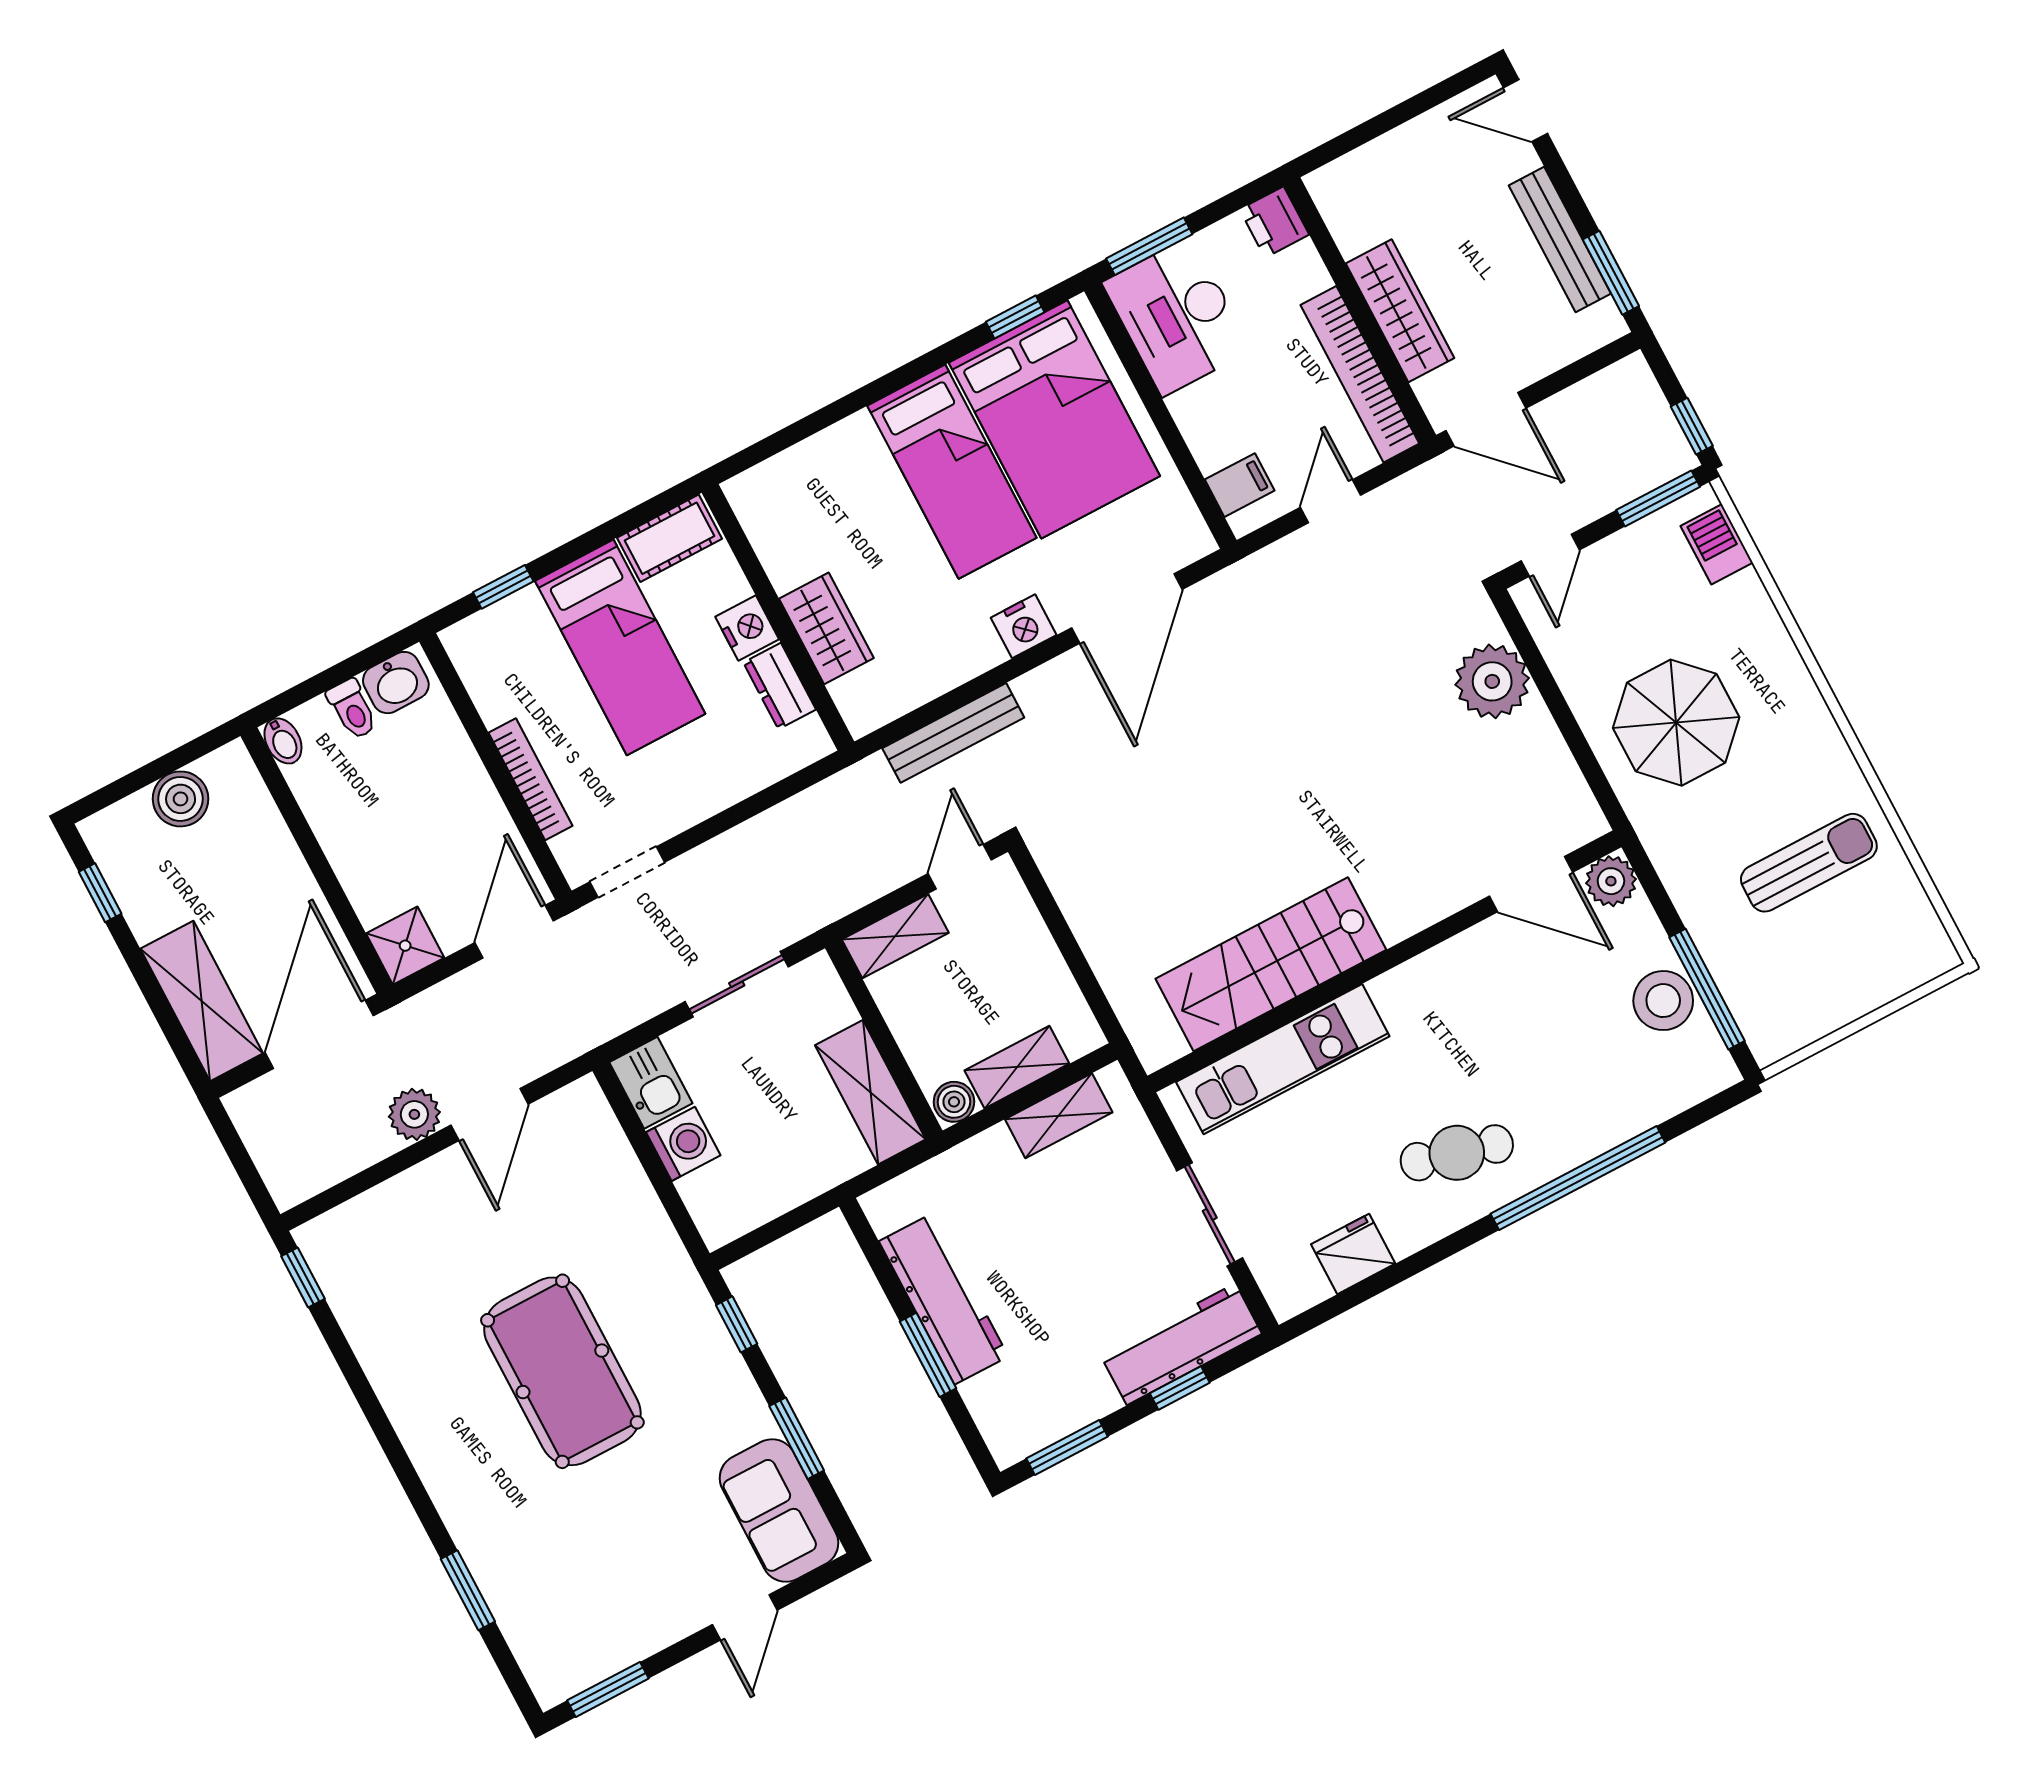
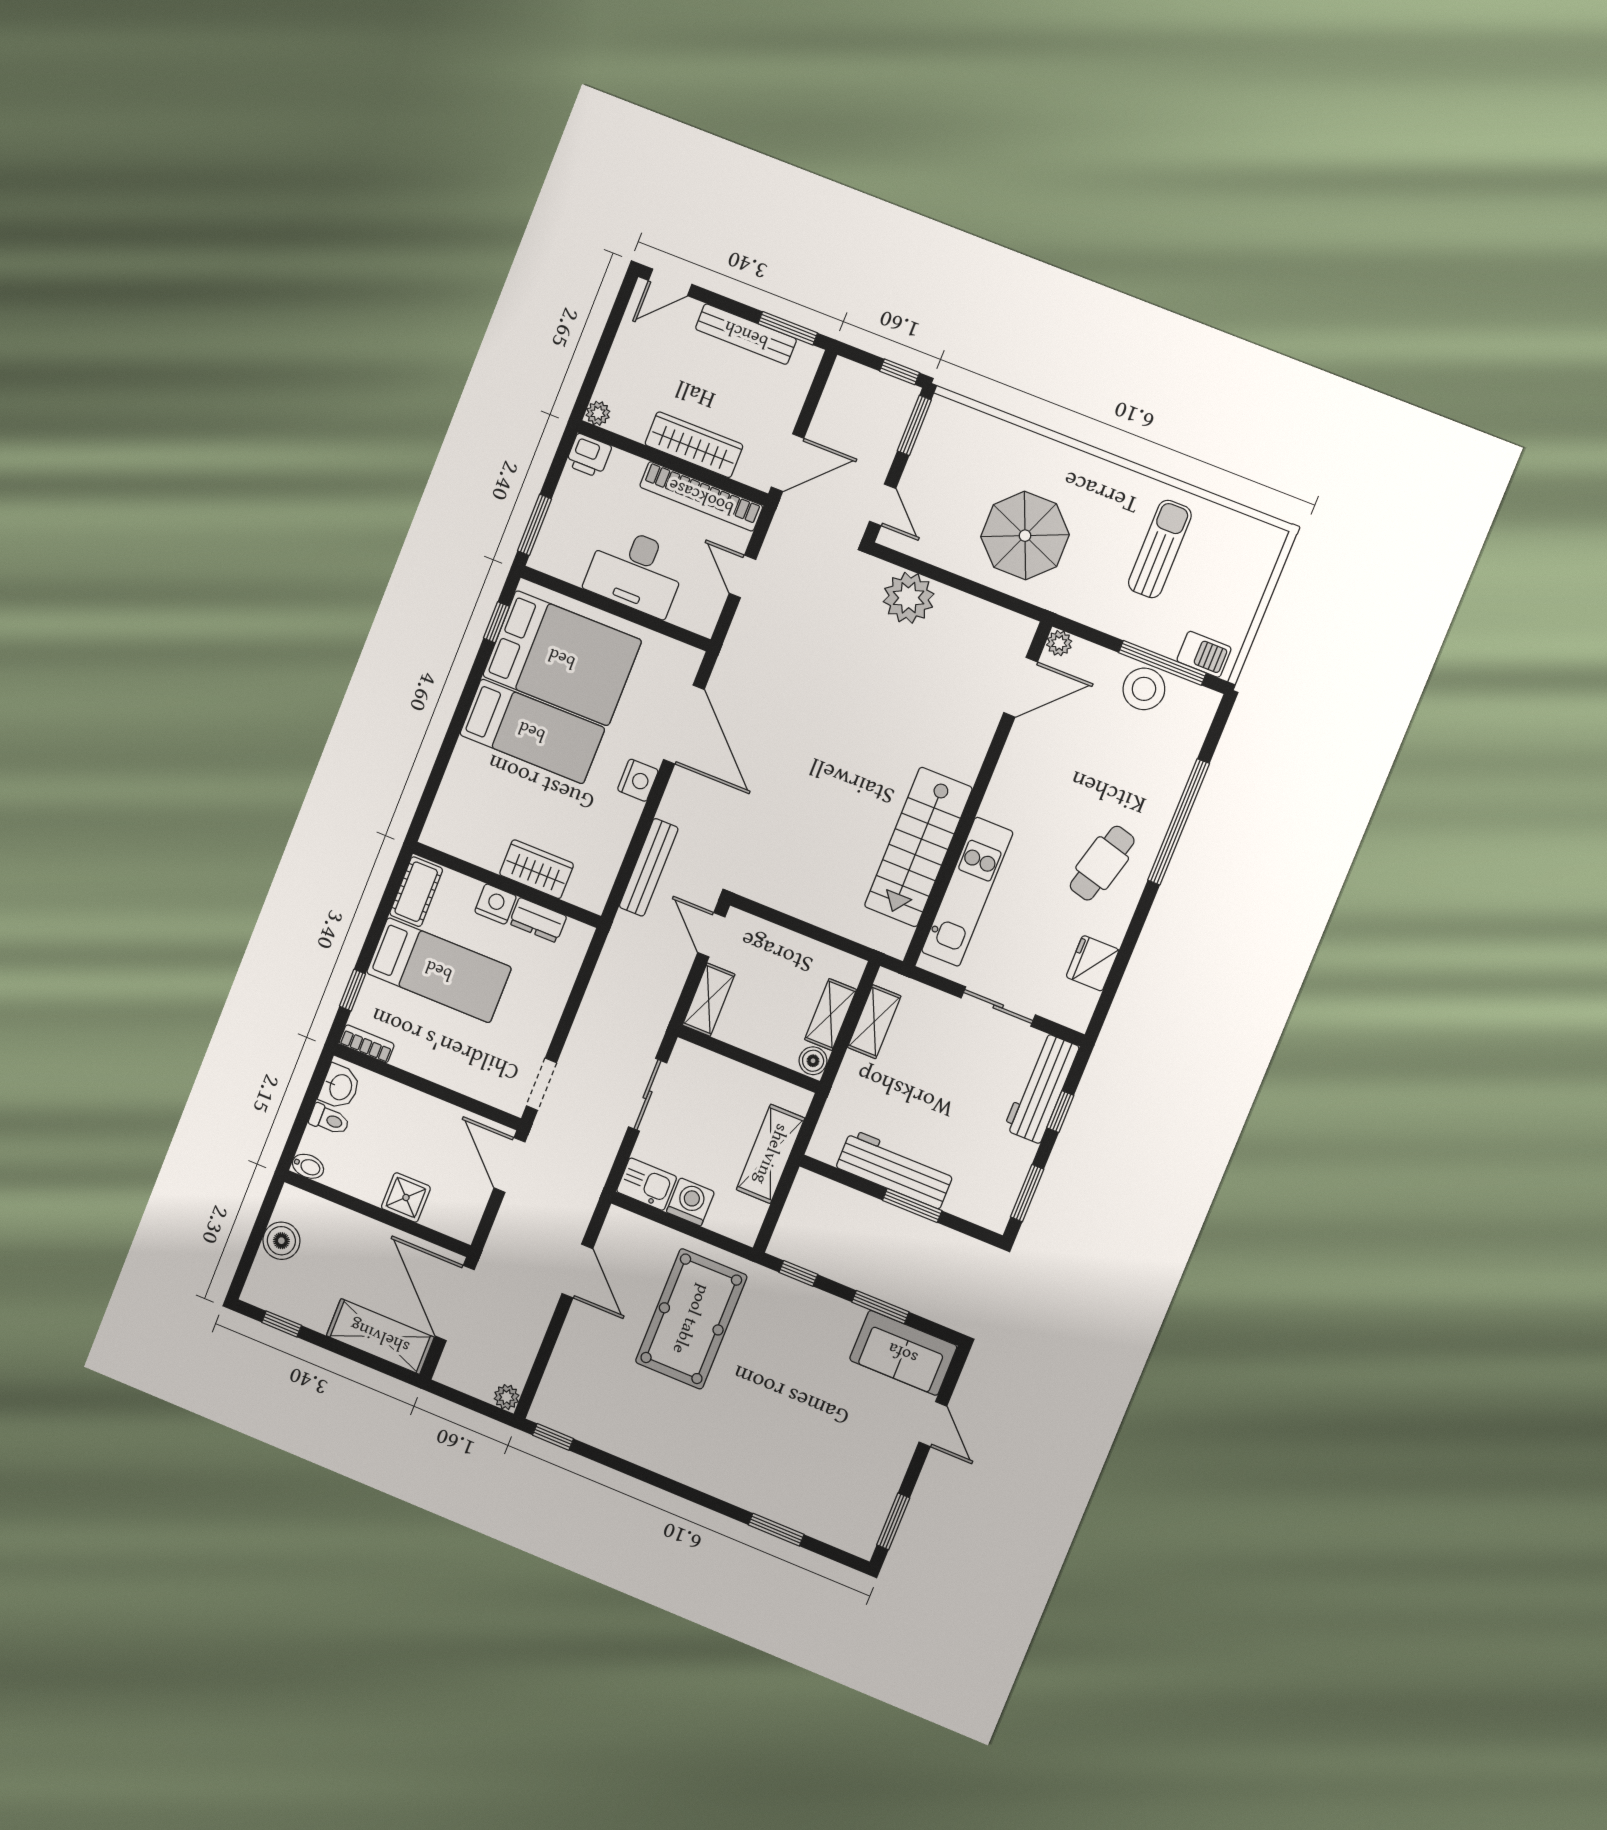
plant: (1324, 185) -> (598, 413), added
desk: (1177, 316) -> (636, 571), moved
filing cabinet: (1240, 485) -> (688, 609), removed
barbecue: (1717, 544) -> (1204, 654), moved, turned 180
bookcase: (531, 779) -> (367, 1044), moved, width x0.64
plant: (1611, 881) -> (1059, 643), width x0.73, depth x0.73
shower: (405, 946) -> (406, 1197), moved
shelving: (870, 1092) -> (771, 1154), moved, turned 90
plant: (414, 1114) -> (507, 1397), moved, width x0.73, depth x0.73
pool table: (562, 1371) -> (691, 1319), moved, turned 90

